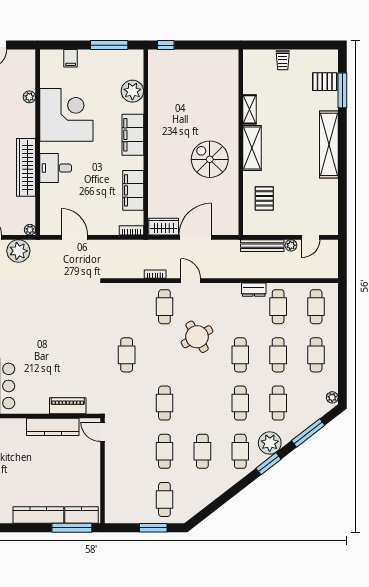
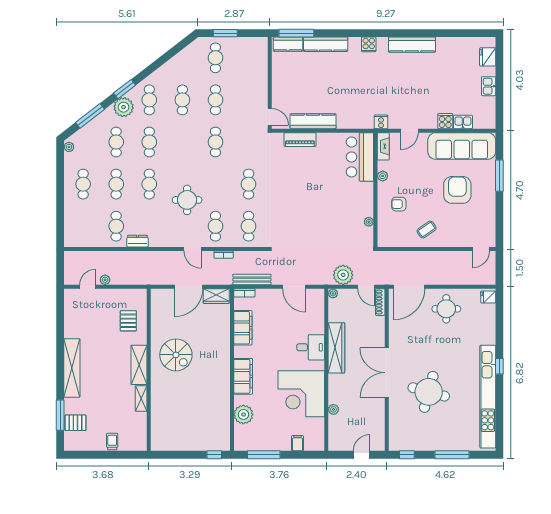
bench: (262, 246) -> (252, 280), moved
cafe table: (316, 307) -> (249, 226), moved
round table: (197, 337) -> (187, 200), turned 30

